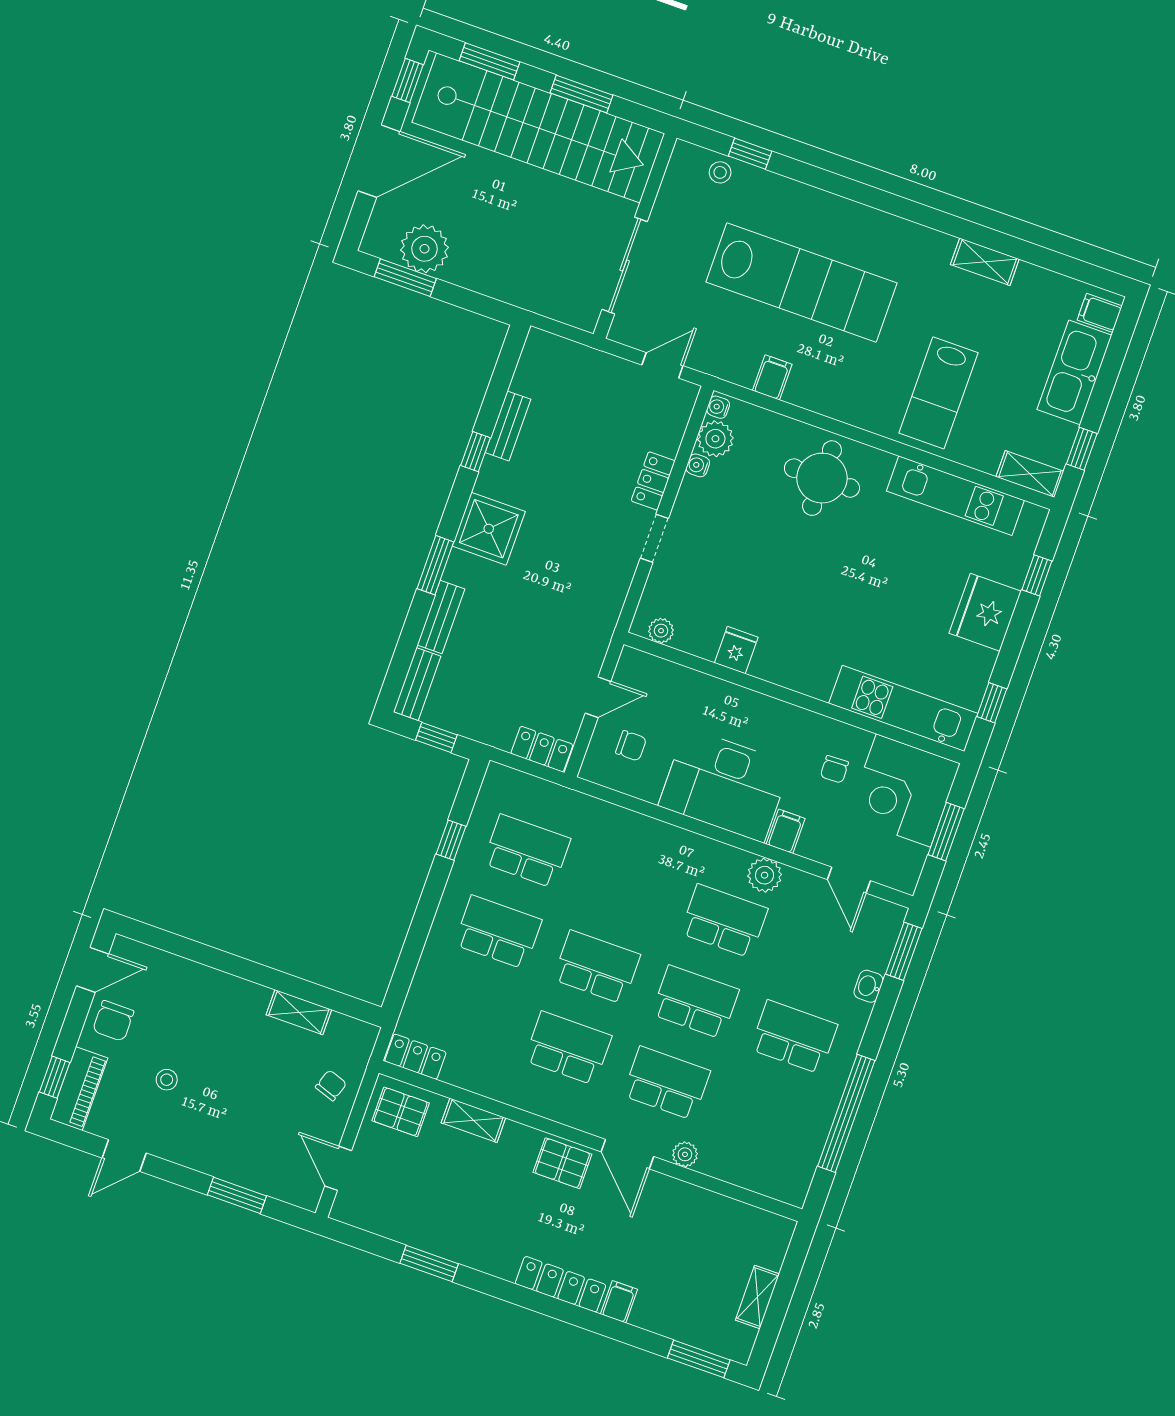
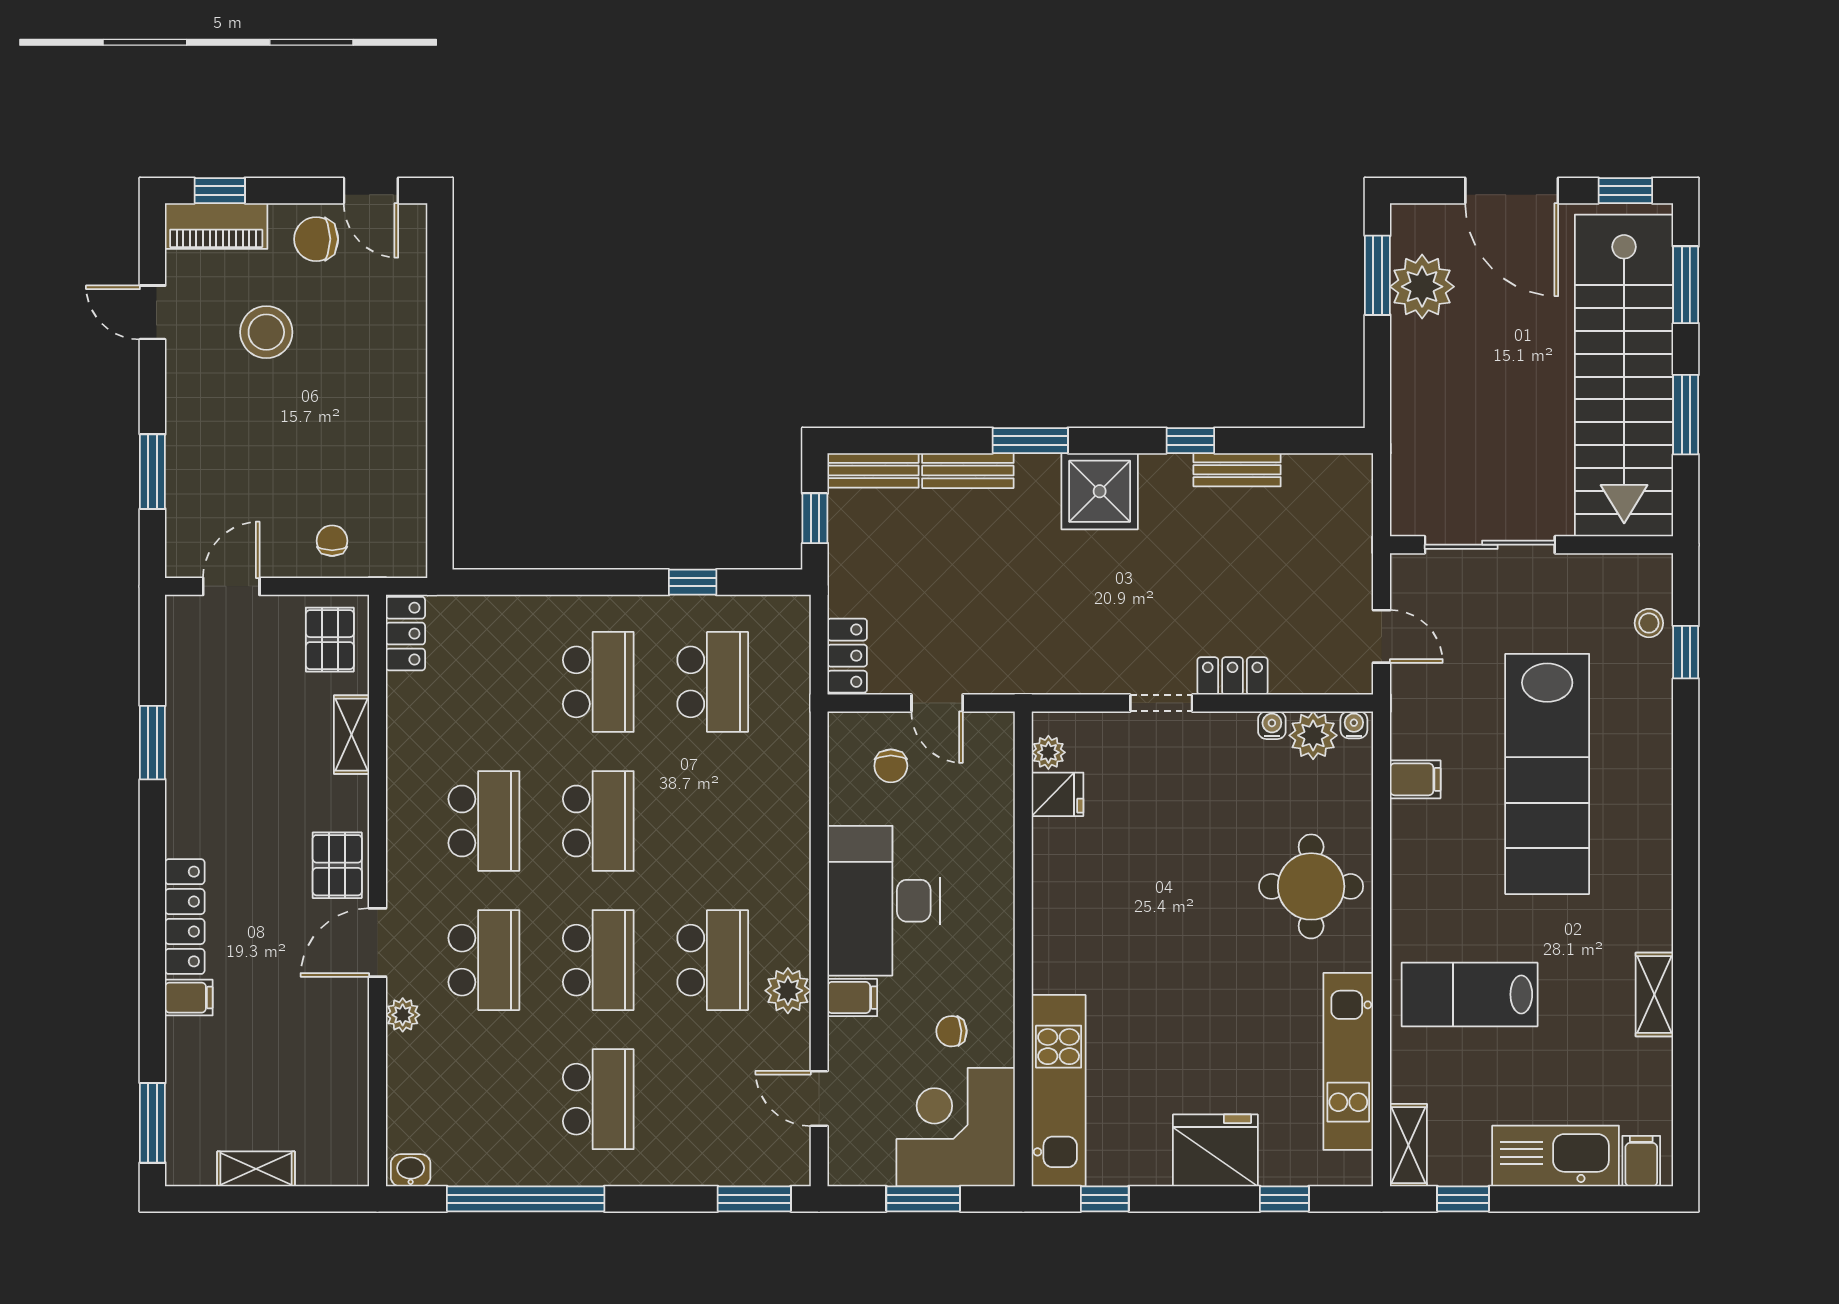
fridge: (736, 650) -> (1058, 794), moved
door: (849, 880) -> (819, 1098), hinge flipped
washbasin: (869, 986) -> (411, 1170), moved
shelving: (299, 1012) -> (409, 468), removed
stool: (167, 1080) -> (266, 332), width x1.89, depth x1.89
chair: (331, 1085) -> (332, 541), turned -109

